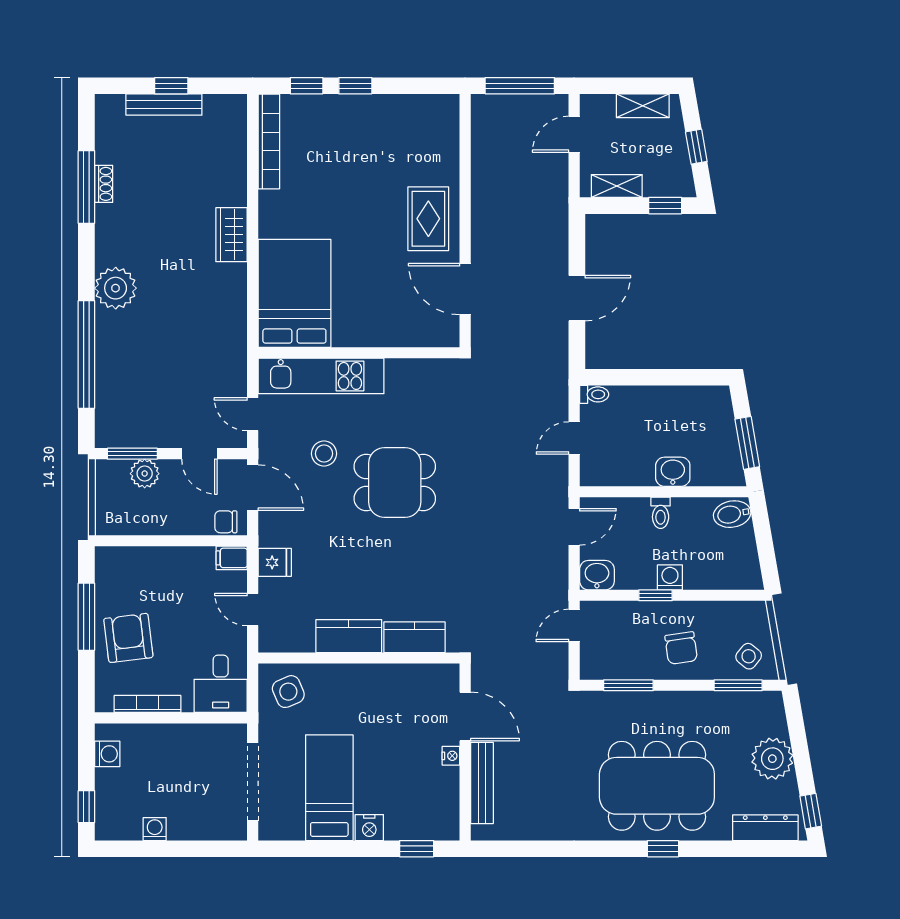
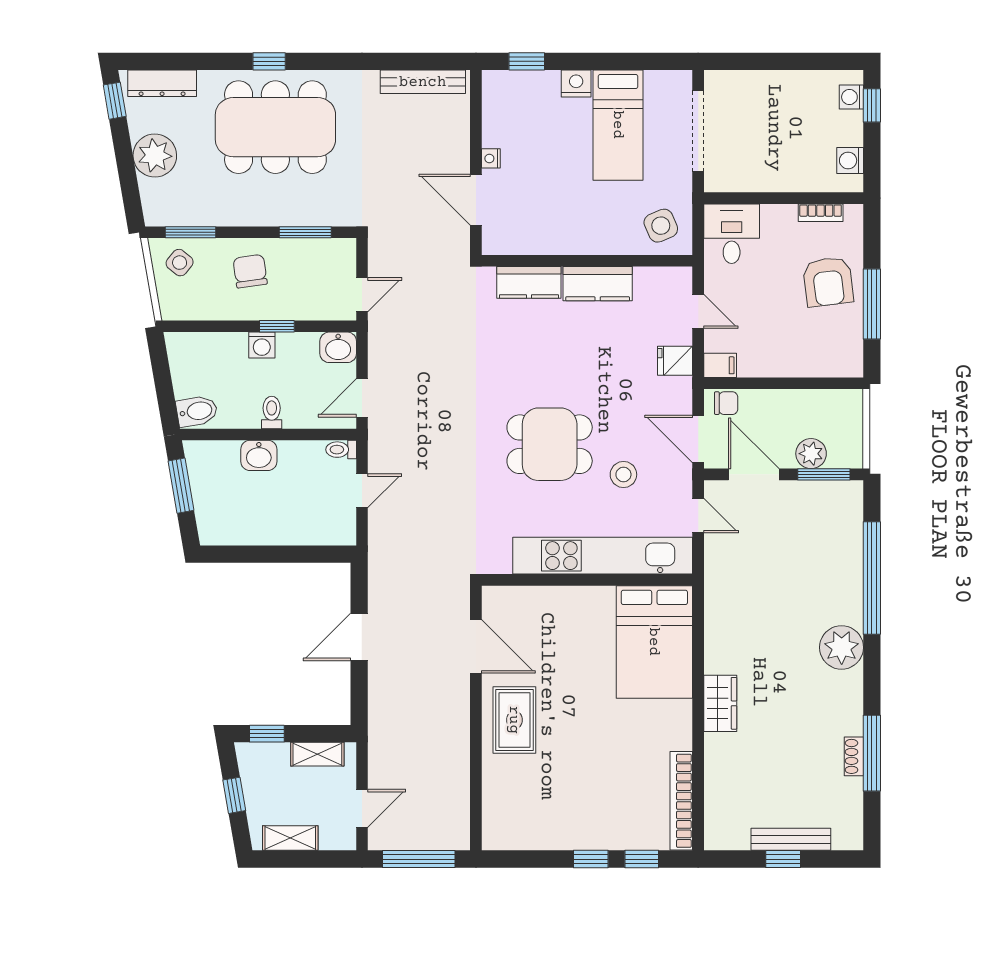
kitchen unit: (321, 376) -> (603, 556), width x1.36
toilet: (594, 394) -> (341, 450), moved
door: (199, 454) -> (754, 474), width x1.38
bookcase: (148, 704) -> (821, 213), width x0.64
bench: (482, 783) -> (423, 82), moved, turned 90
washing machine: (155, 829) -> (851, 97), moved, turned 90

